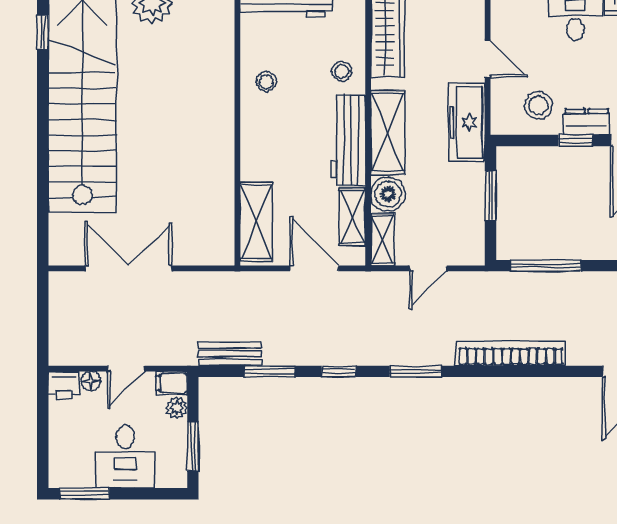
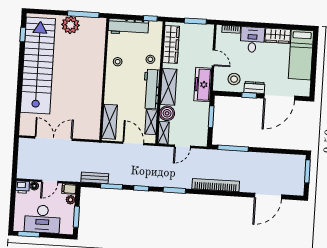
desk: (125, 457) -> (42, 219), width x1.37

